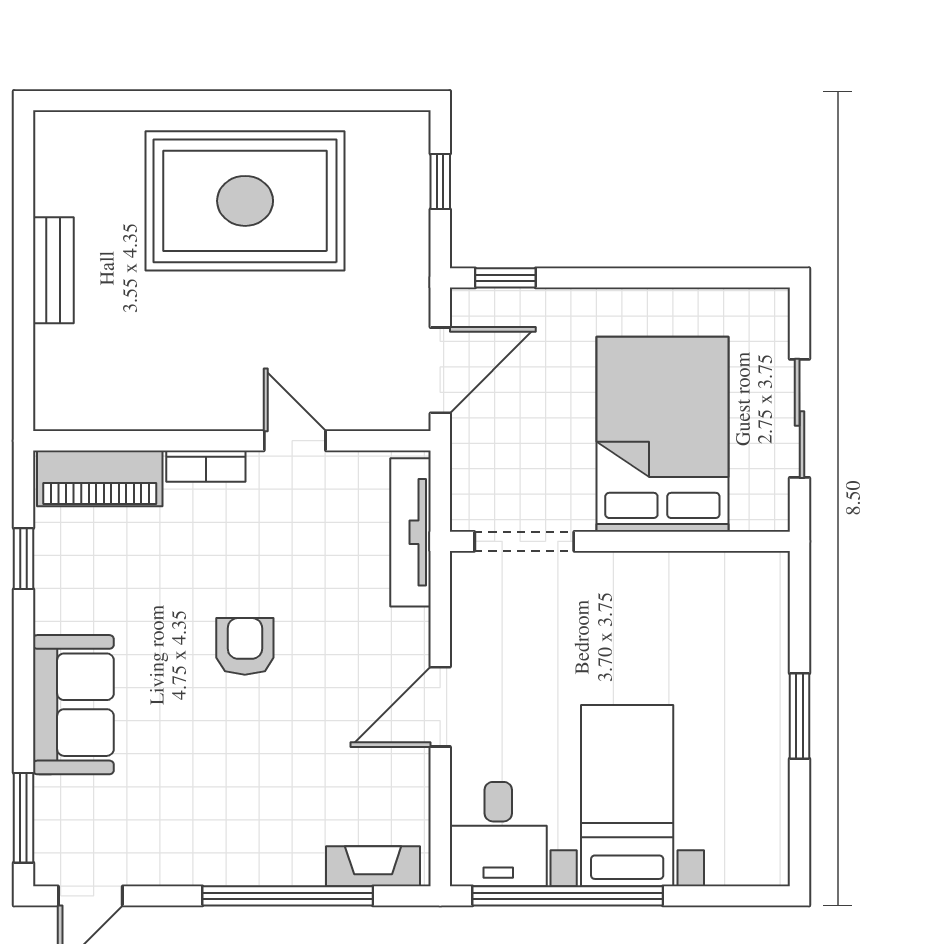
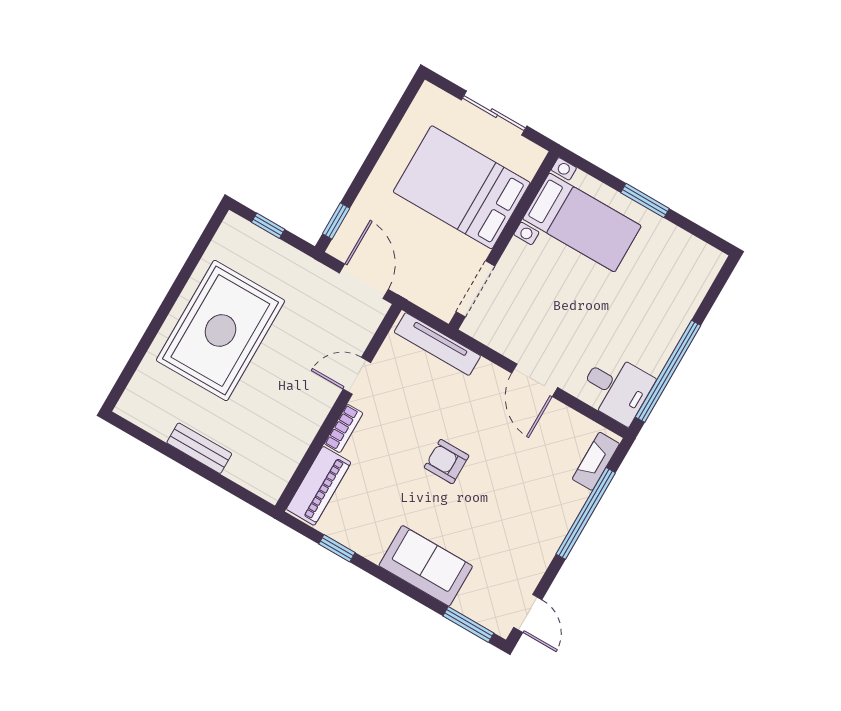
bed with nightstands: (627, 796) -> (582, 222), moved, turned 180

